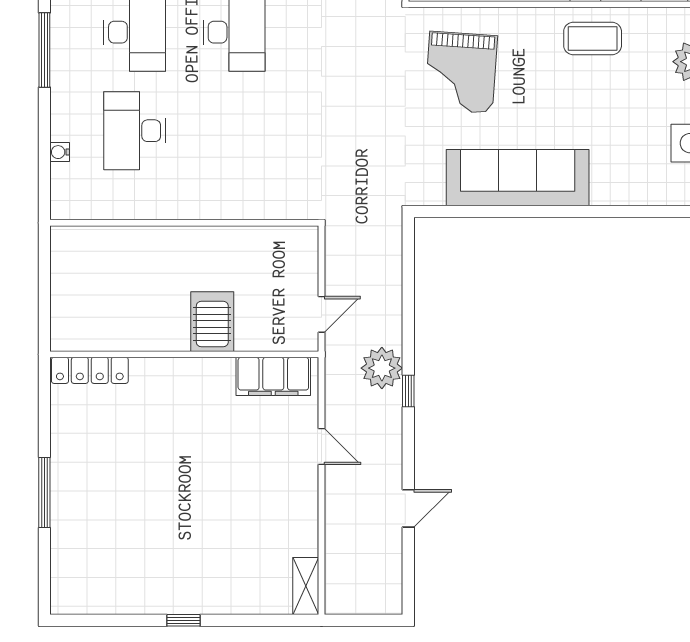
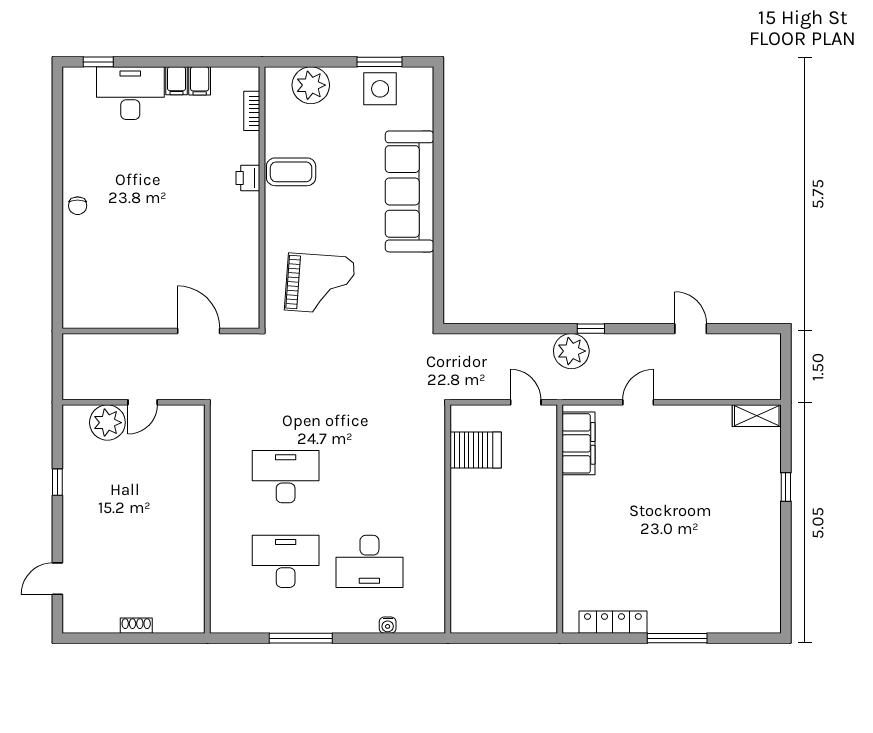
coffee table: (593, 39) -> (291, 172), turned 90
sofa: (518, 178) -> (409, 191), moved
server rack: (212, 322) -> (476, 450), moved, turned 180
locker: (90, 370) -> (613, 622), moved, turned -90
window: (183, 620) -> (786, 487), moved

